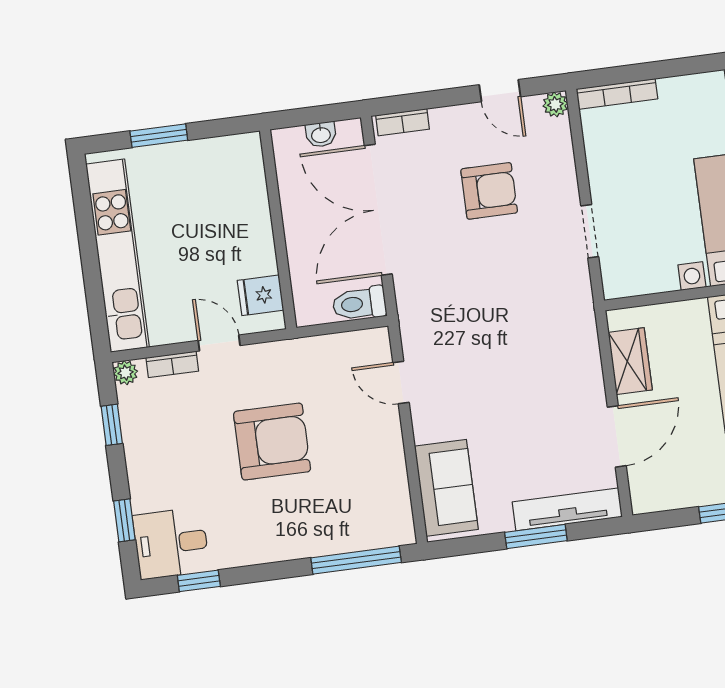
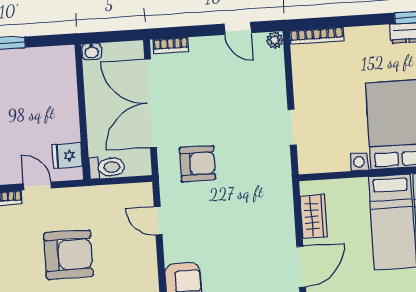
washbasin: (321, 134) -> (92, 51), moved
armchair: (489, 191) -> (197, 164), moved
toilet: (359, 304) -> (107, 167), moved, turned 180

